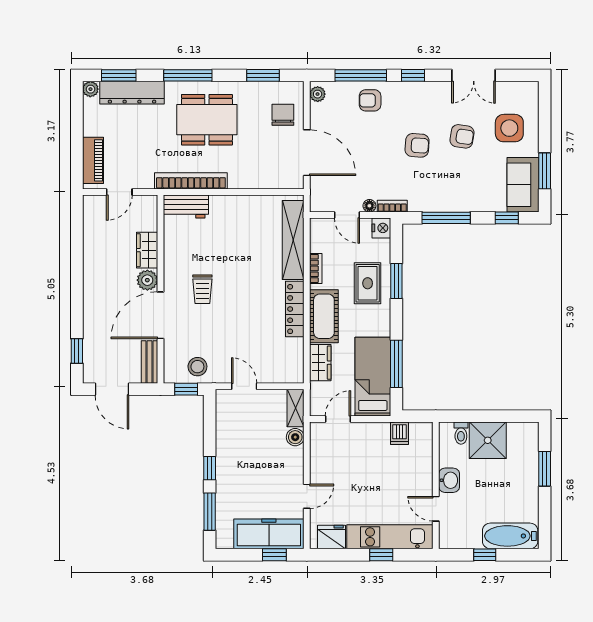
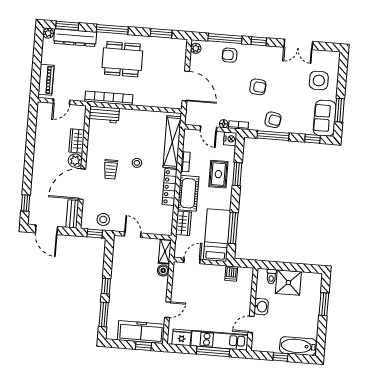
chair: (283, 115) -> (172, 60), removed
armchair: (462, 136) -> (273, 120), moved
stool: (242, 276) -> (137, 163), added
door: (436, 509) -> (251, 324), hinge flipped
window: (381, 555) -> (213, 351), width x2.17

